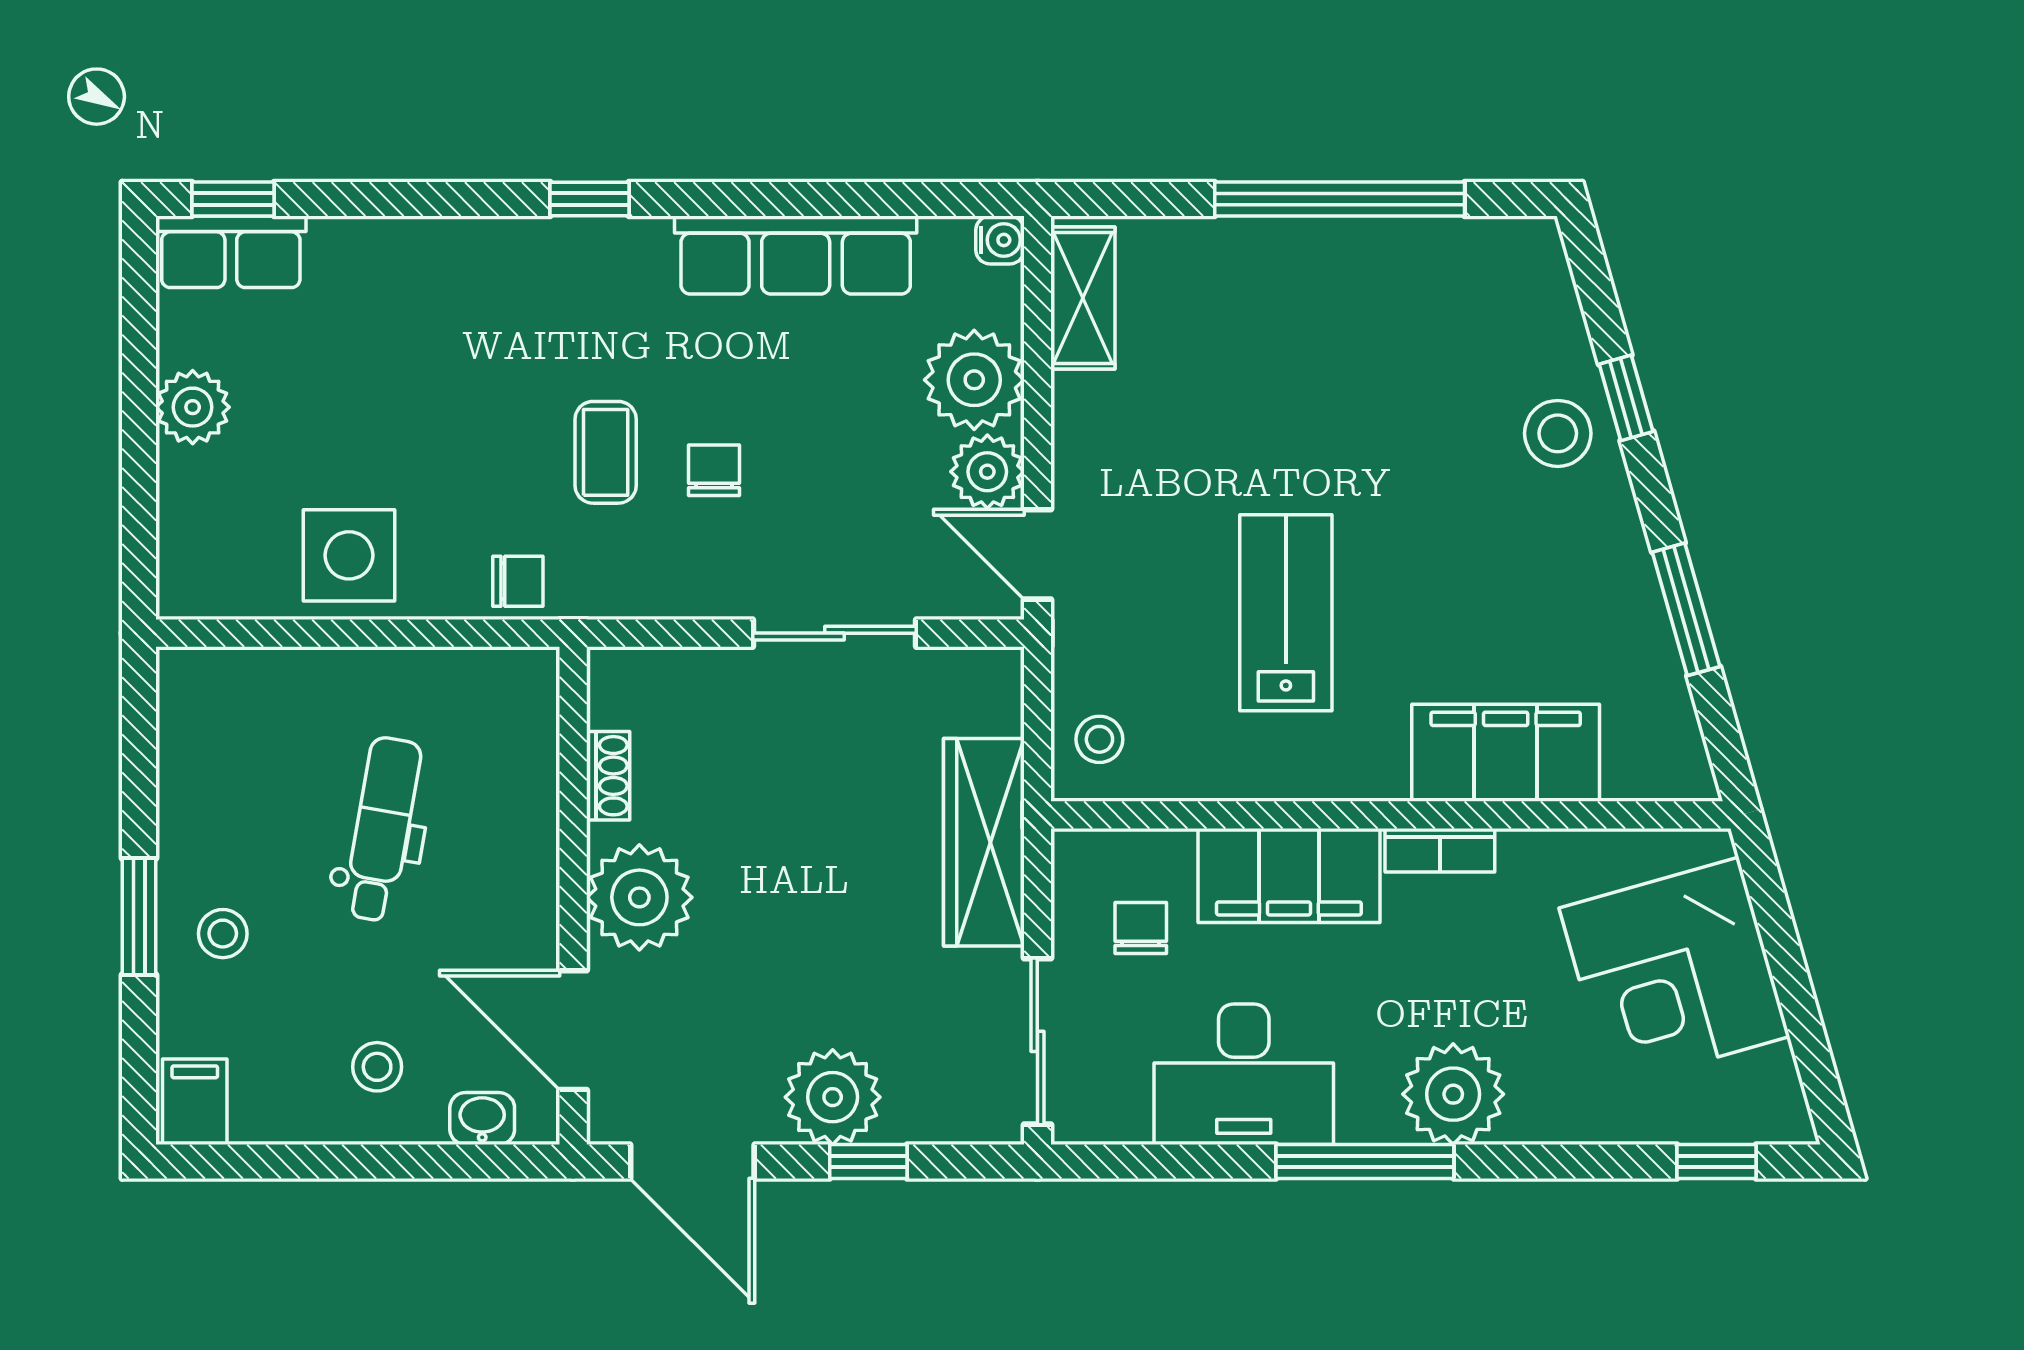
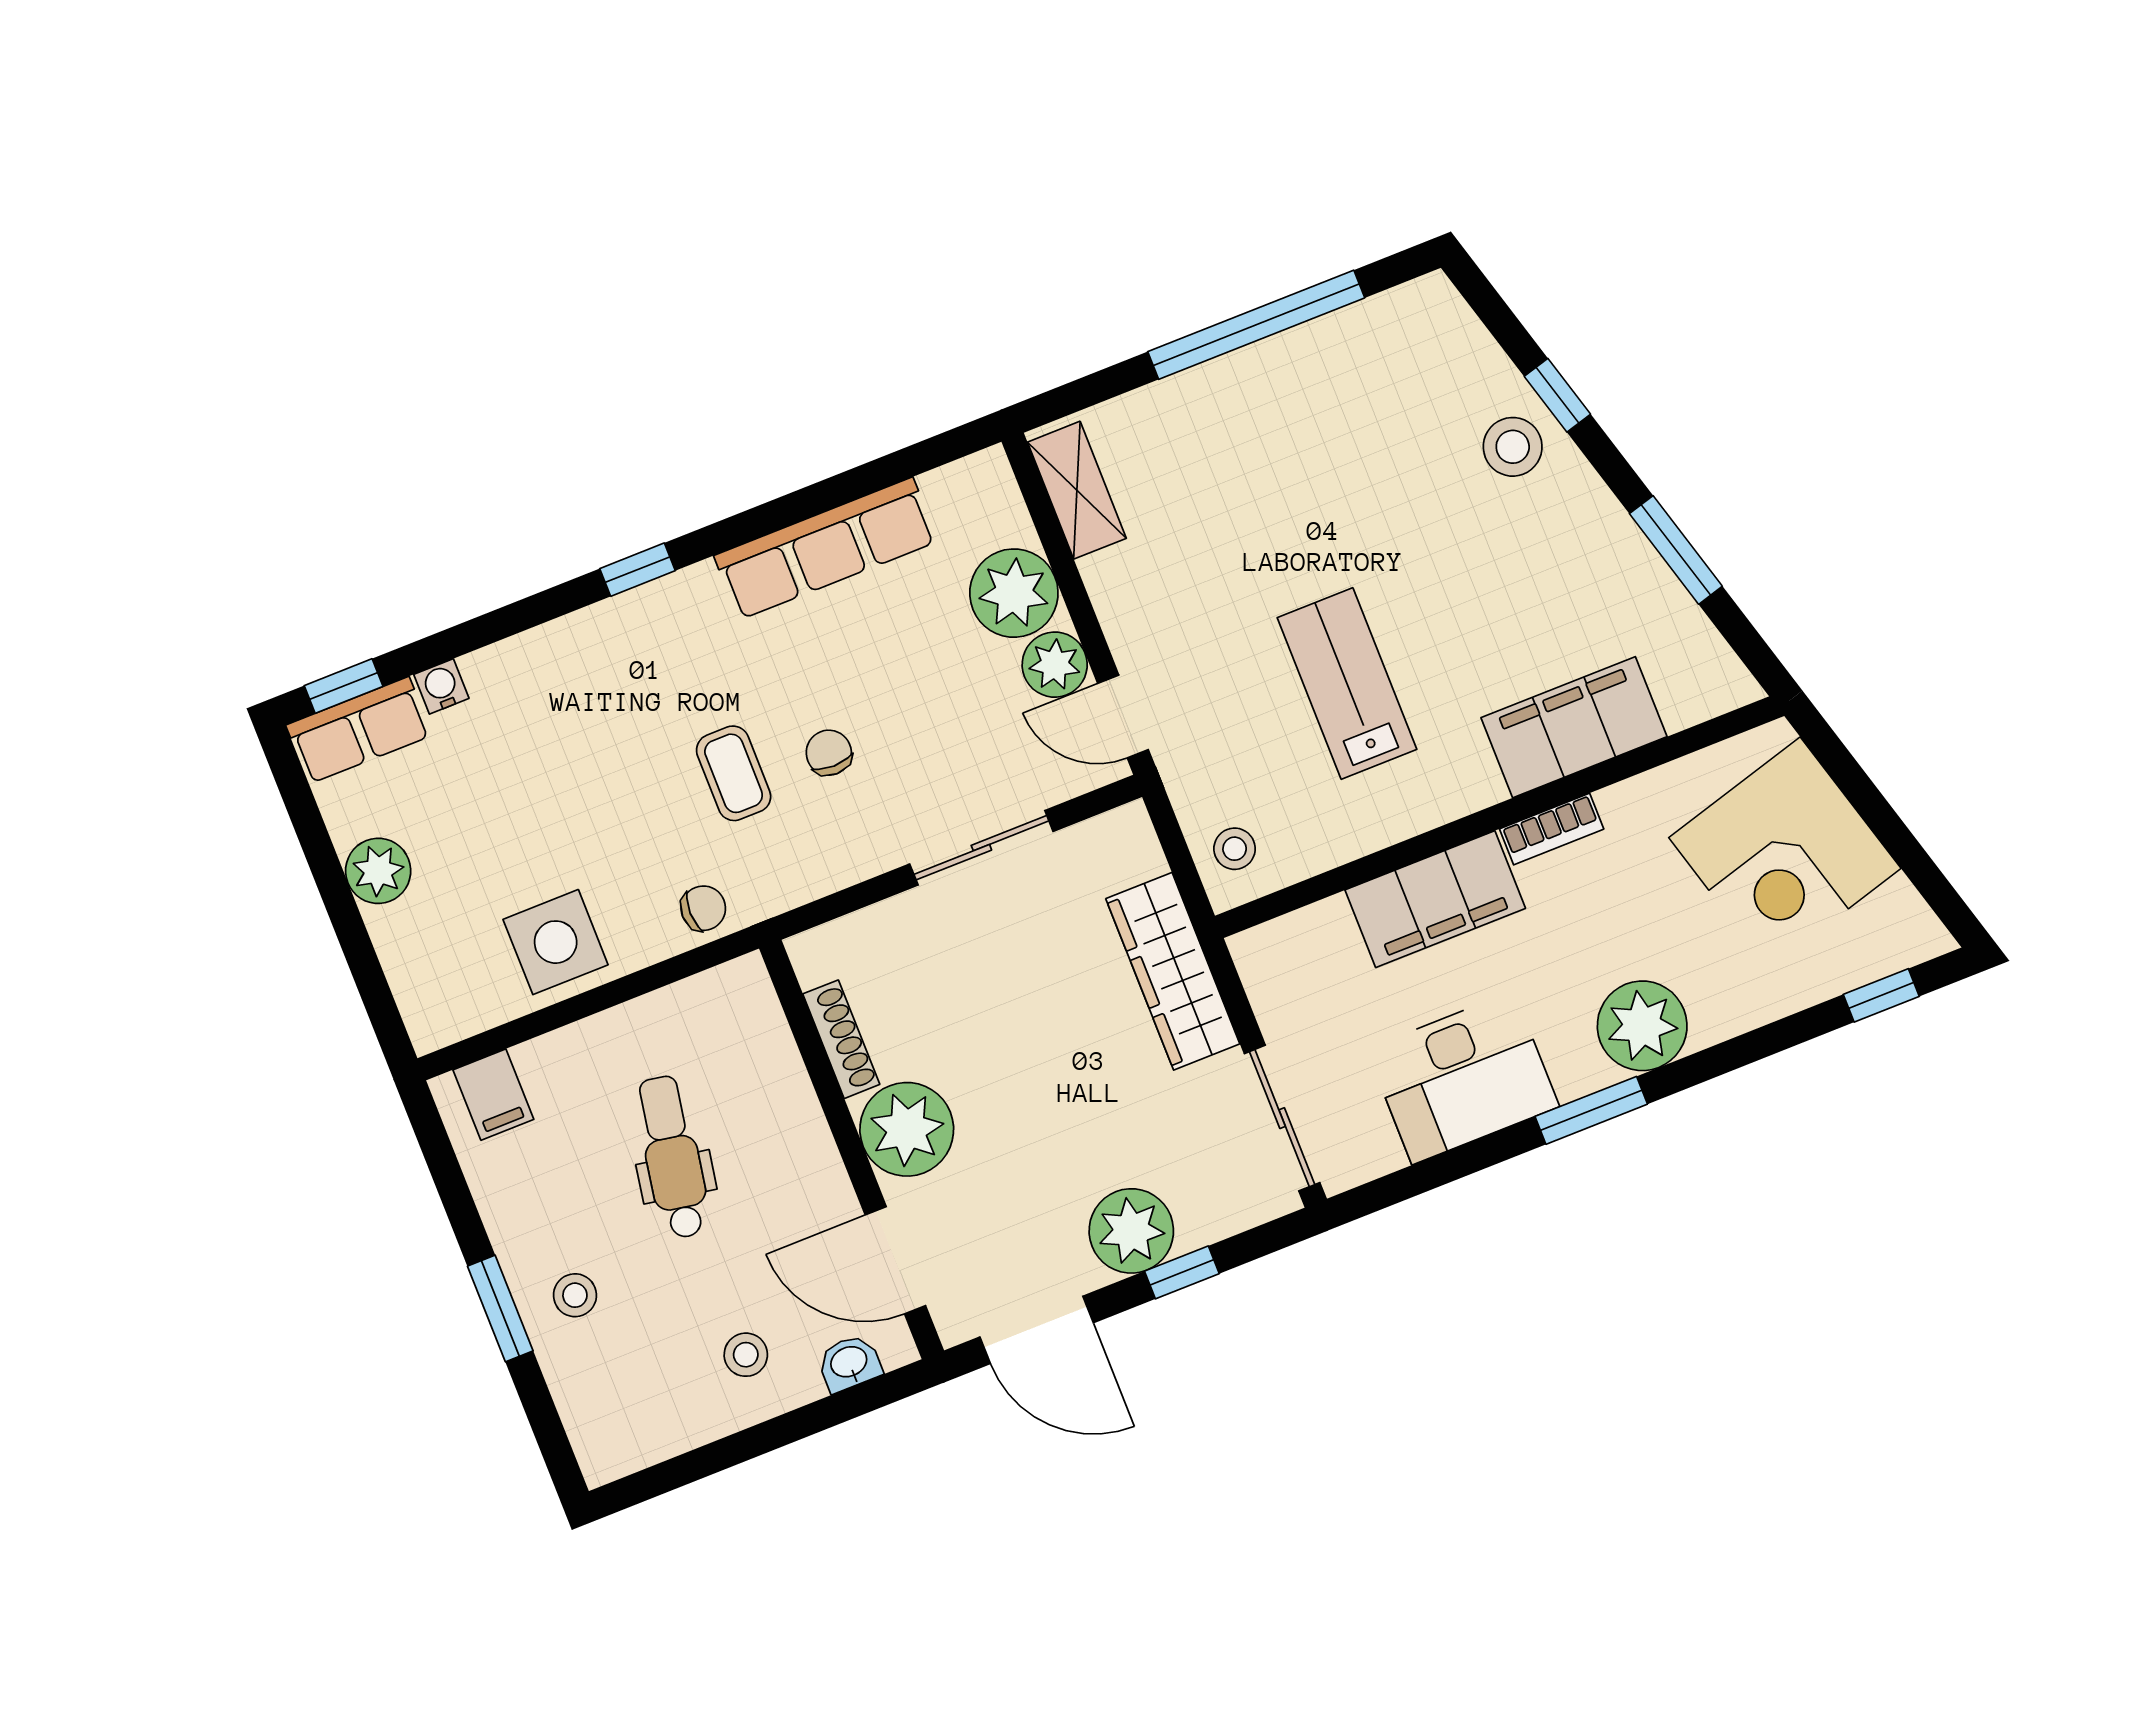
water cooler: (1000, 240) -> (441, 686), moved, turned -90
shoe rack: (608, 776) -> (841, 1039), width x1.43
chair: (1141, 928) -> (1330, 991), removed
filing cabinet: (195, 1102) -> (493, 1095), moved, turned 180
window: (1365, 1161) -> (1591, 1110), width x0.69

